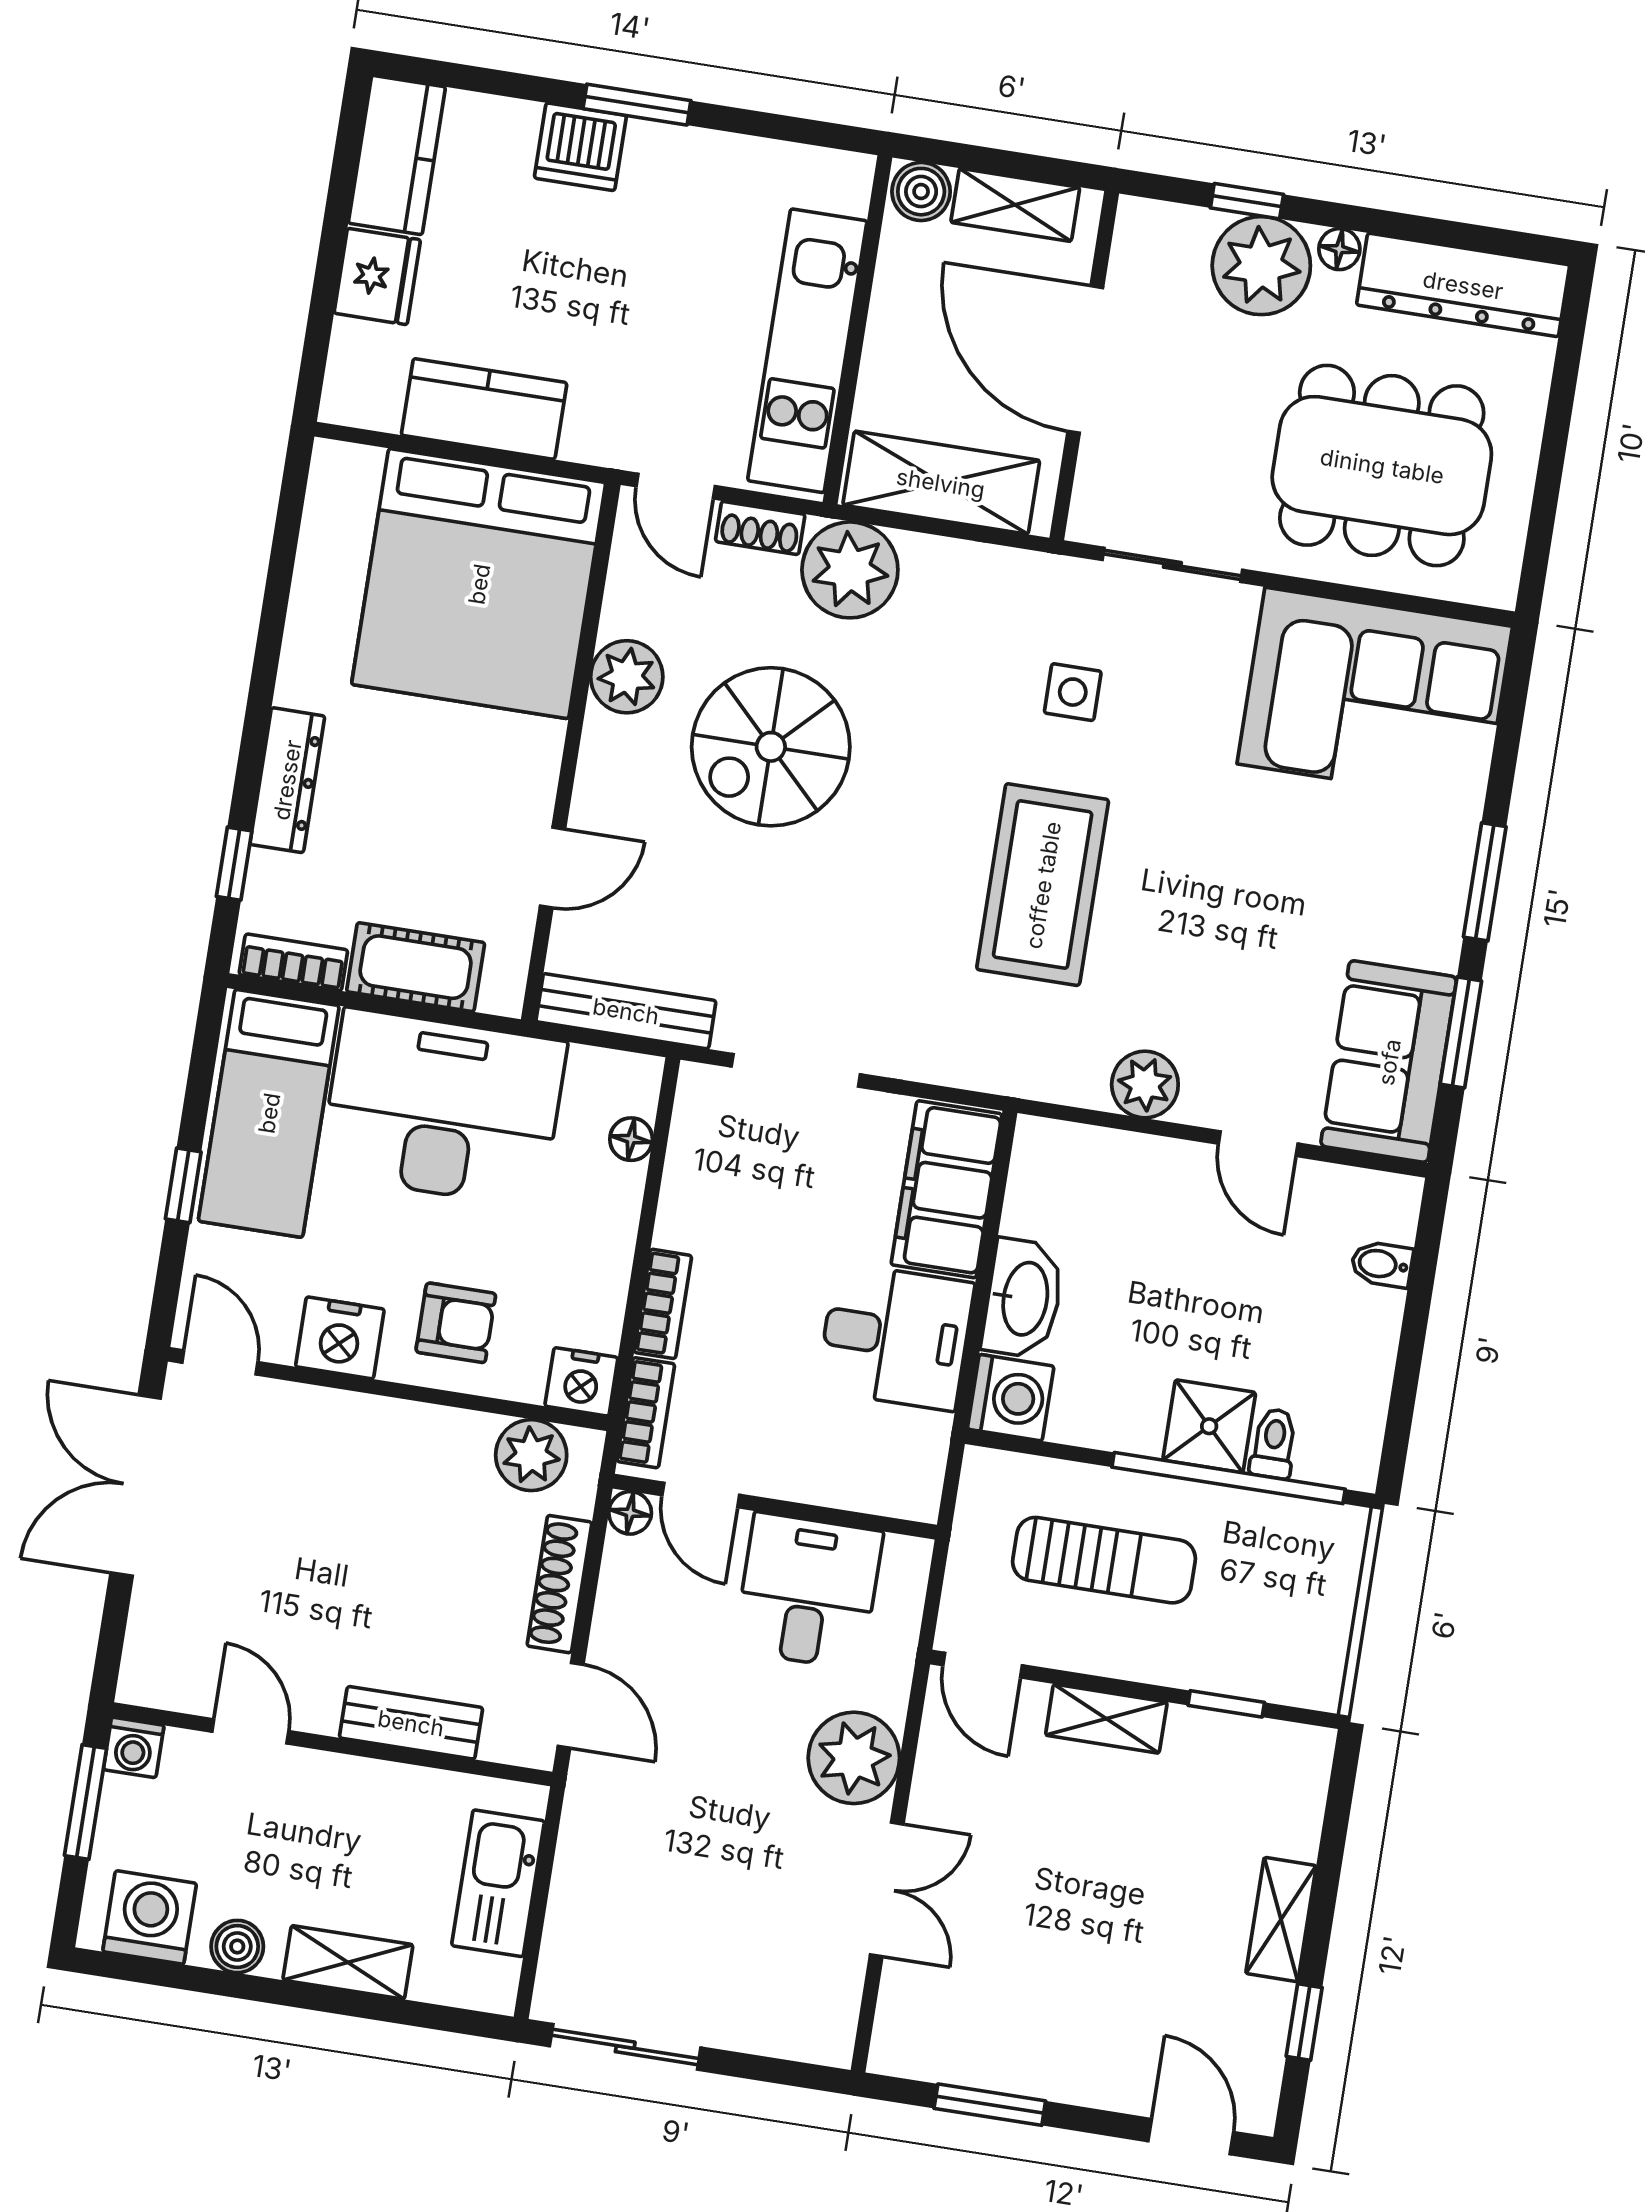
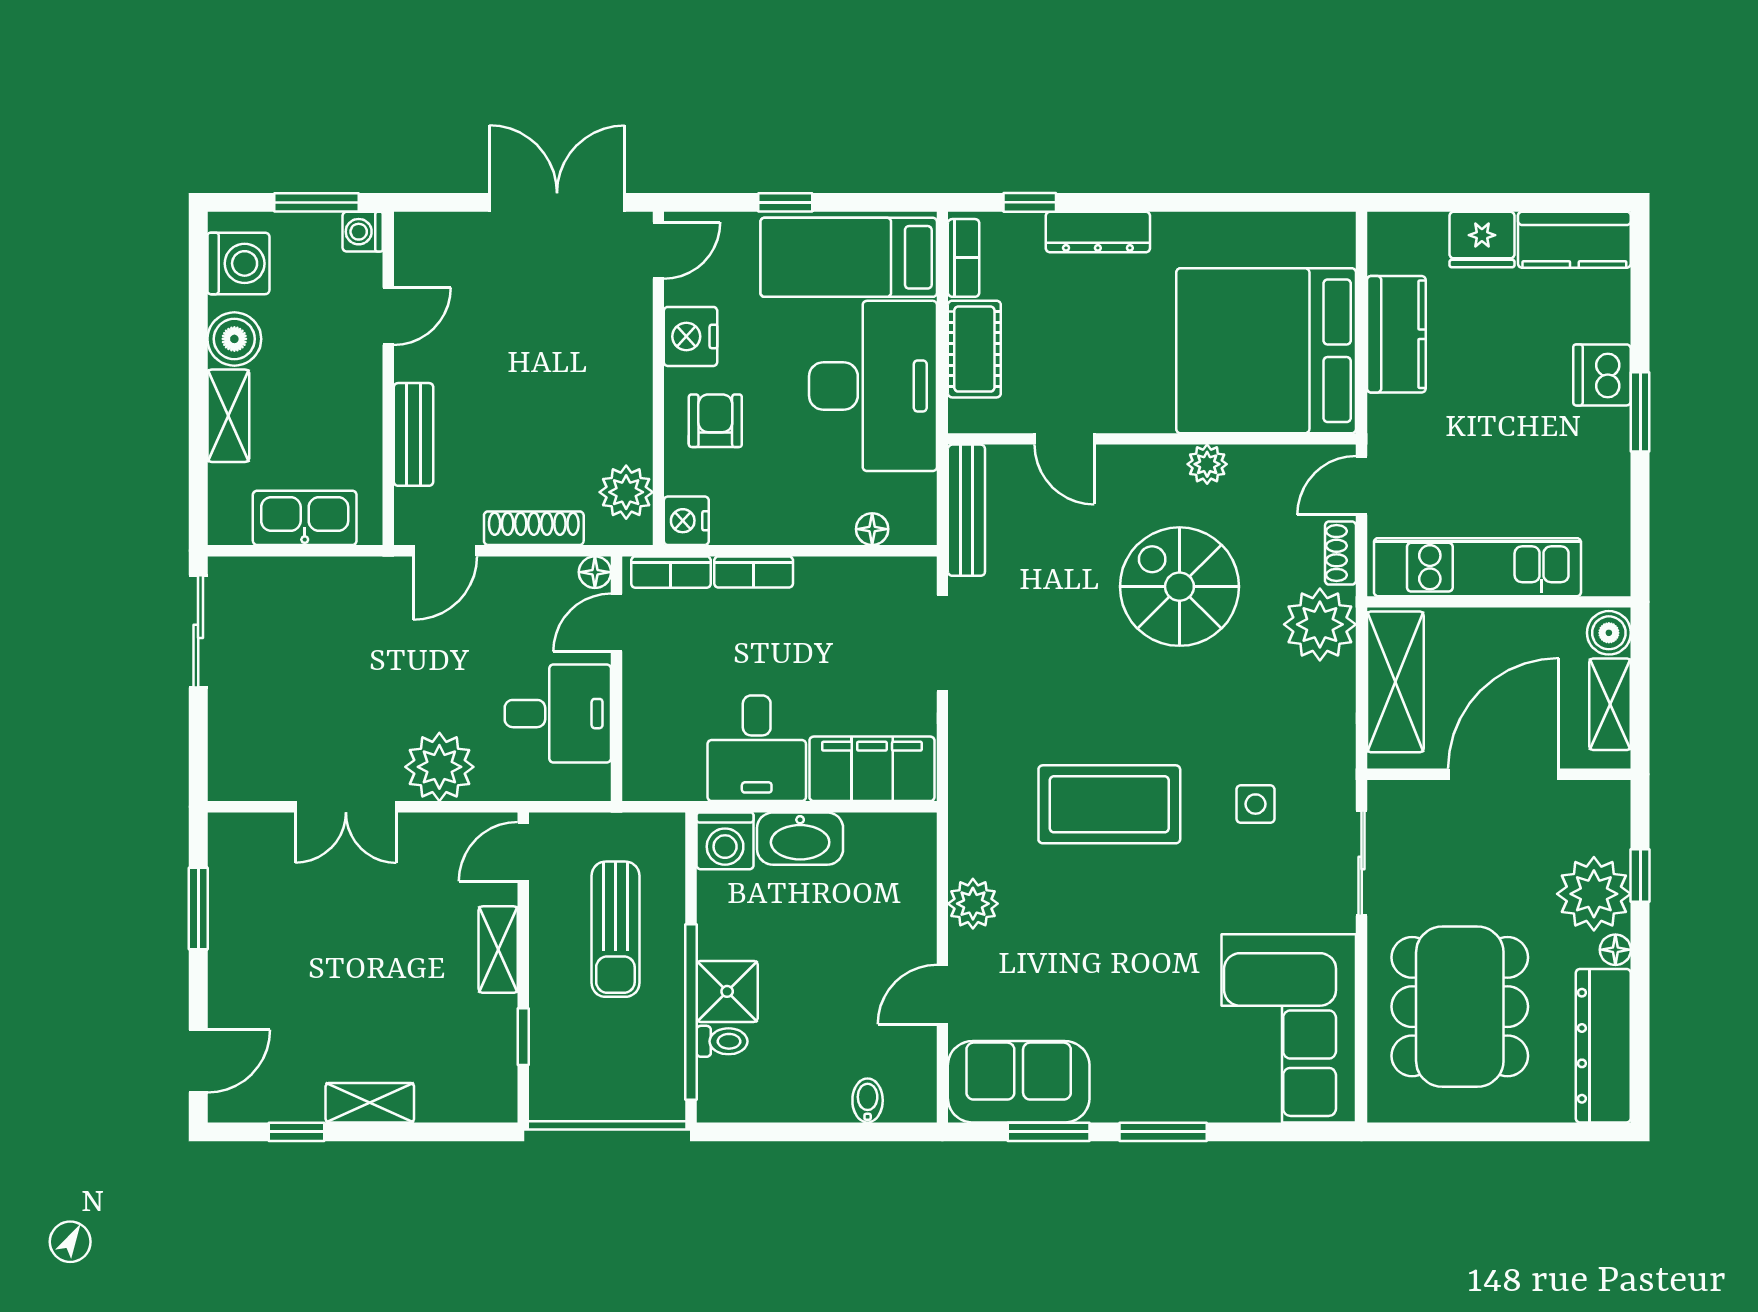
plant: (627, 677) -> (1207, 464), width x0.73, depth x0.73
armchair: (456, 1323) -> (715, 421), turned 180
boiler: (237, 1946) -> (234, 339), width x1.36, depth x1.36

